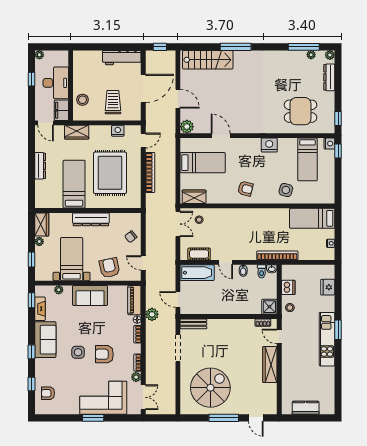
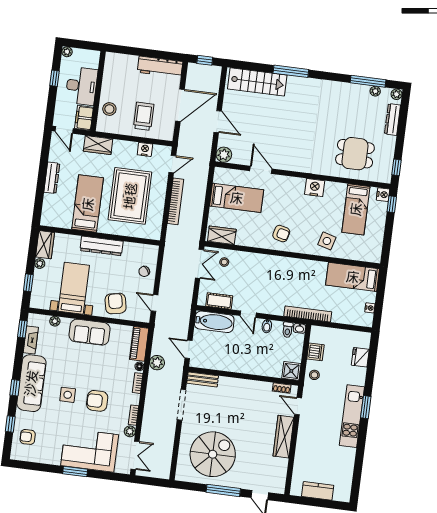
sofa: (45, 340) -> (31, 383), width x1.36

